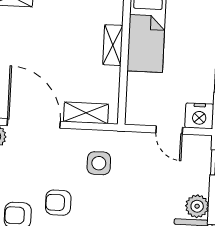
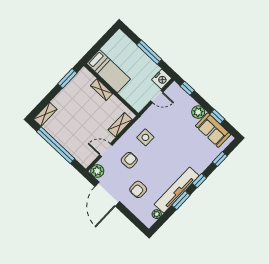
door: (34, 123) -> (106, 150), width x0.53
armchair: (58, 203) -> (129, 160), moved, turned 180

